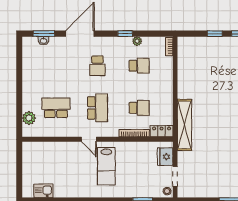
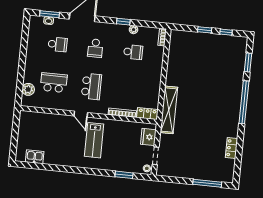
school desk: (139, 108) -> (58, 44), moved

